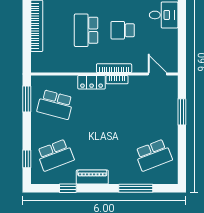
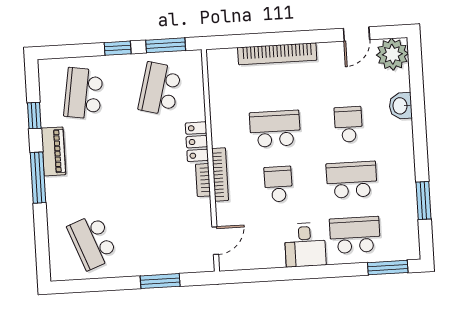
school desk: (55, 155) -> (83, 93), turned 30
window: (27, 159) -> (118, 48), moved
window: (136, 188) -> (38, 178), moved

